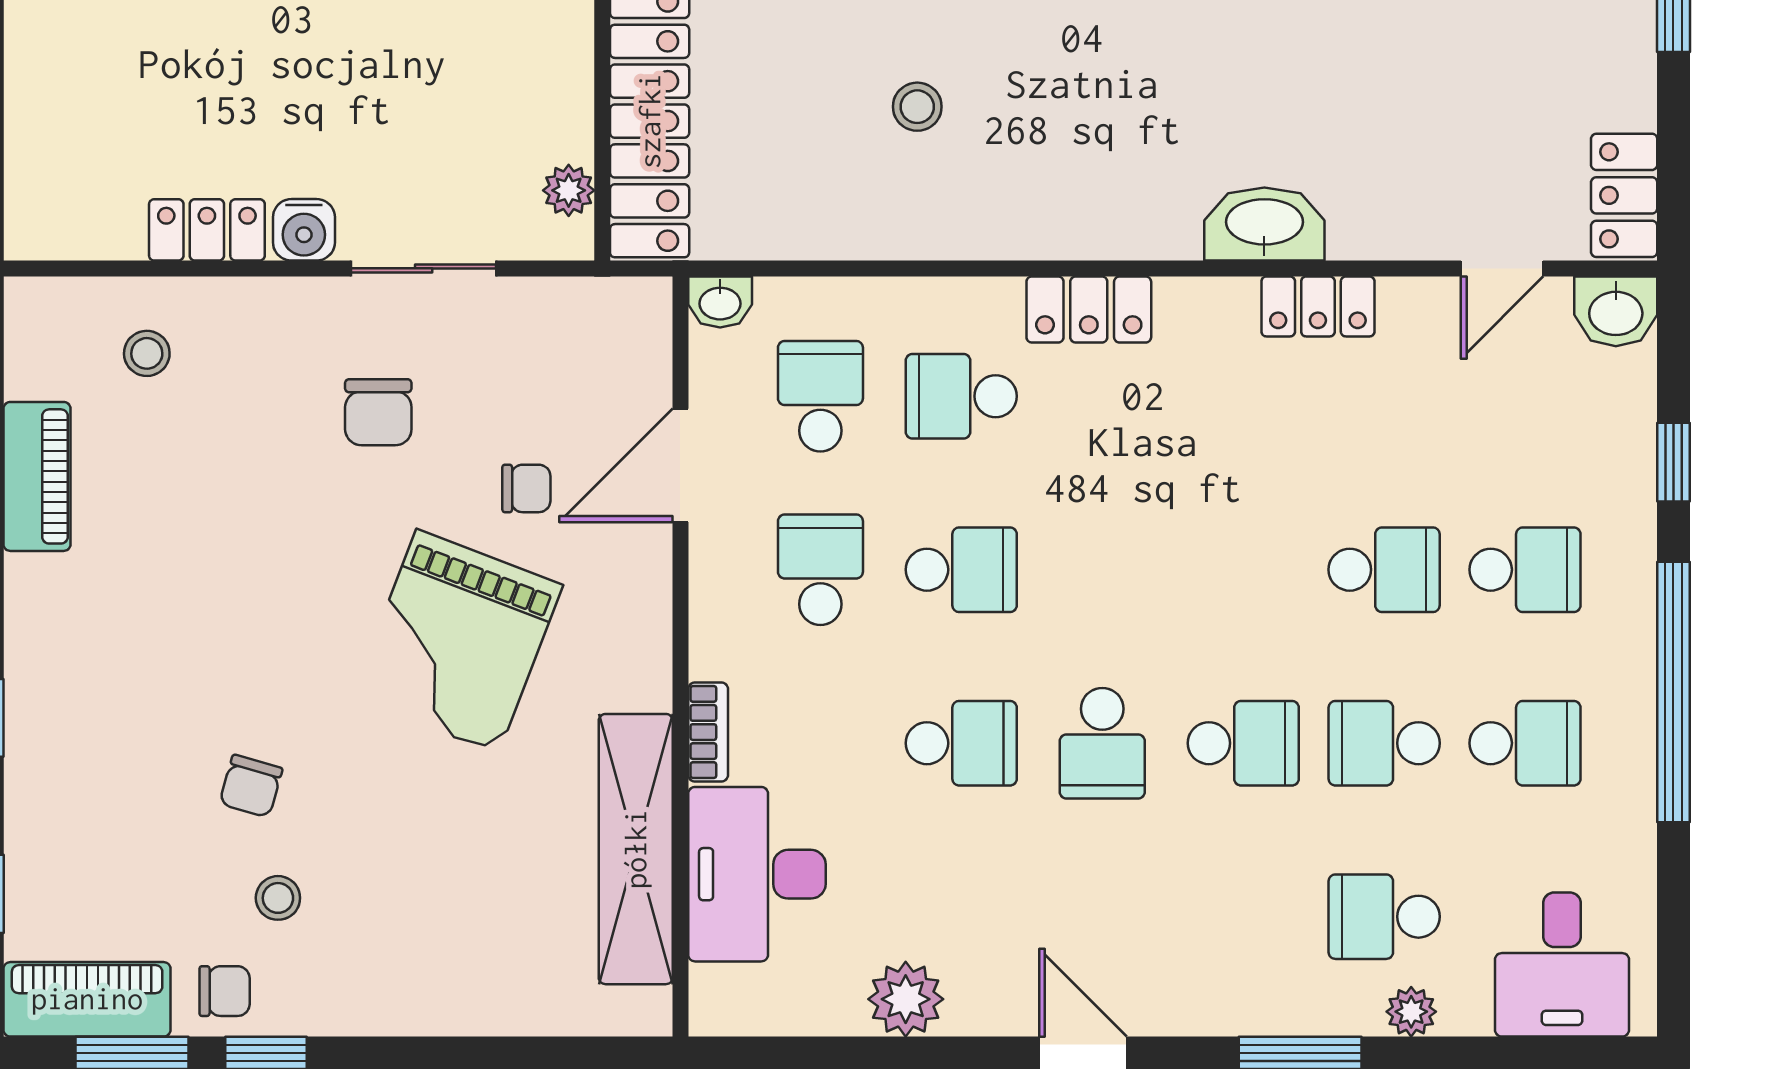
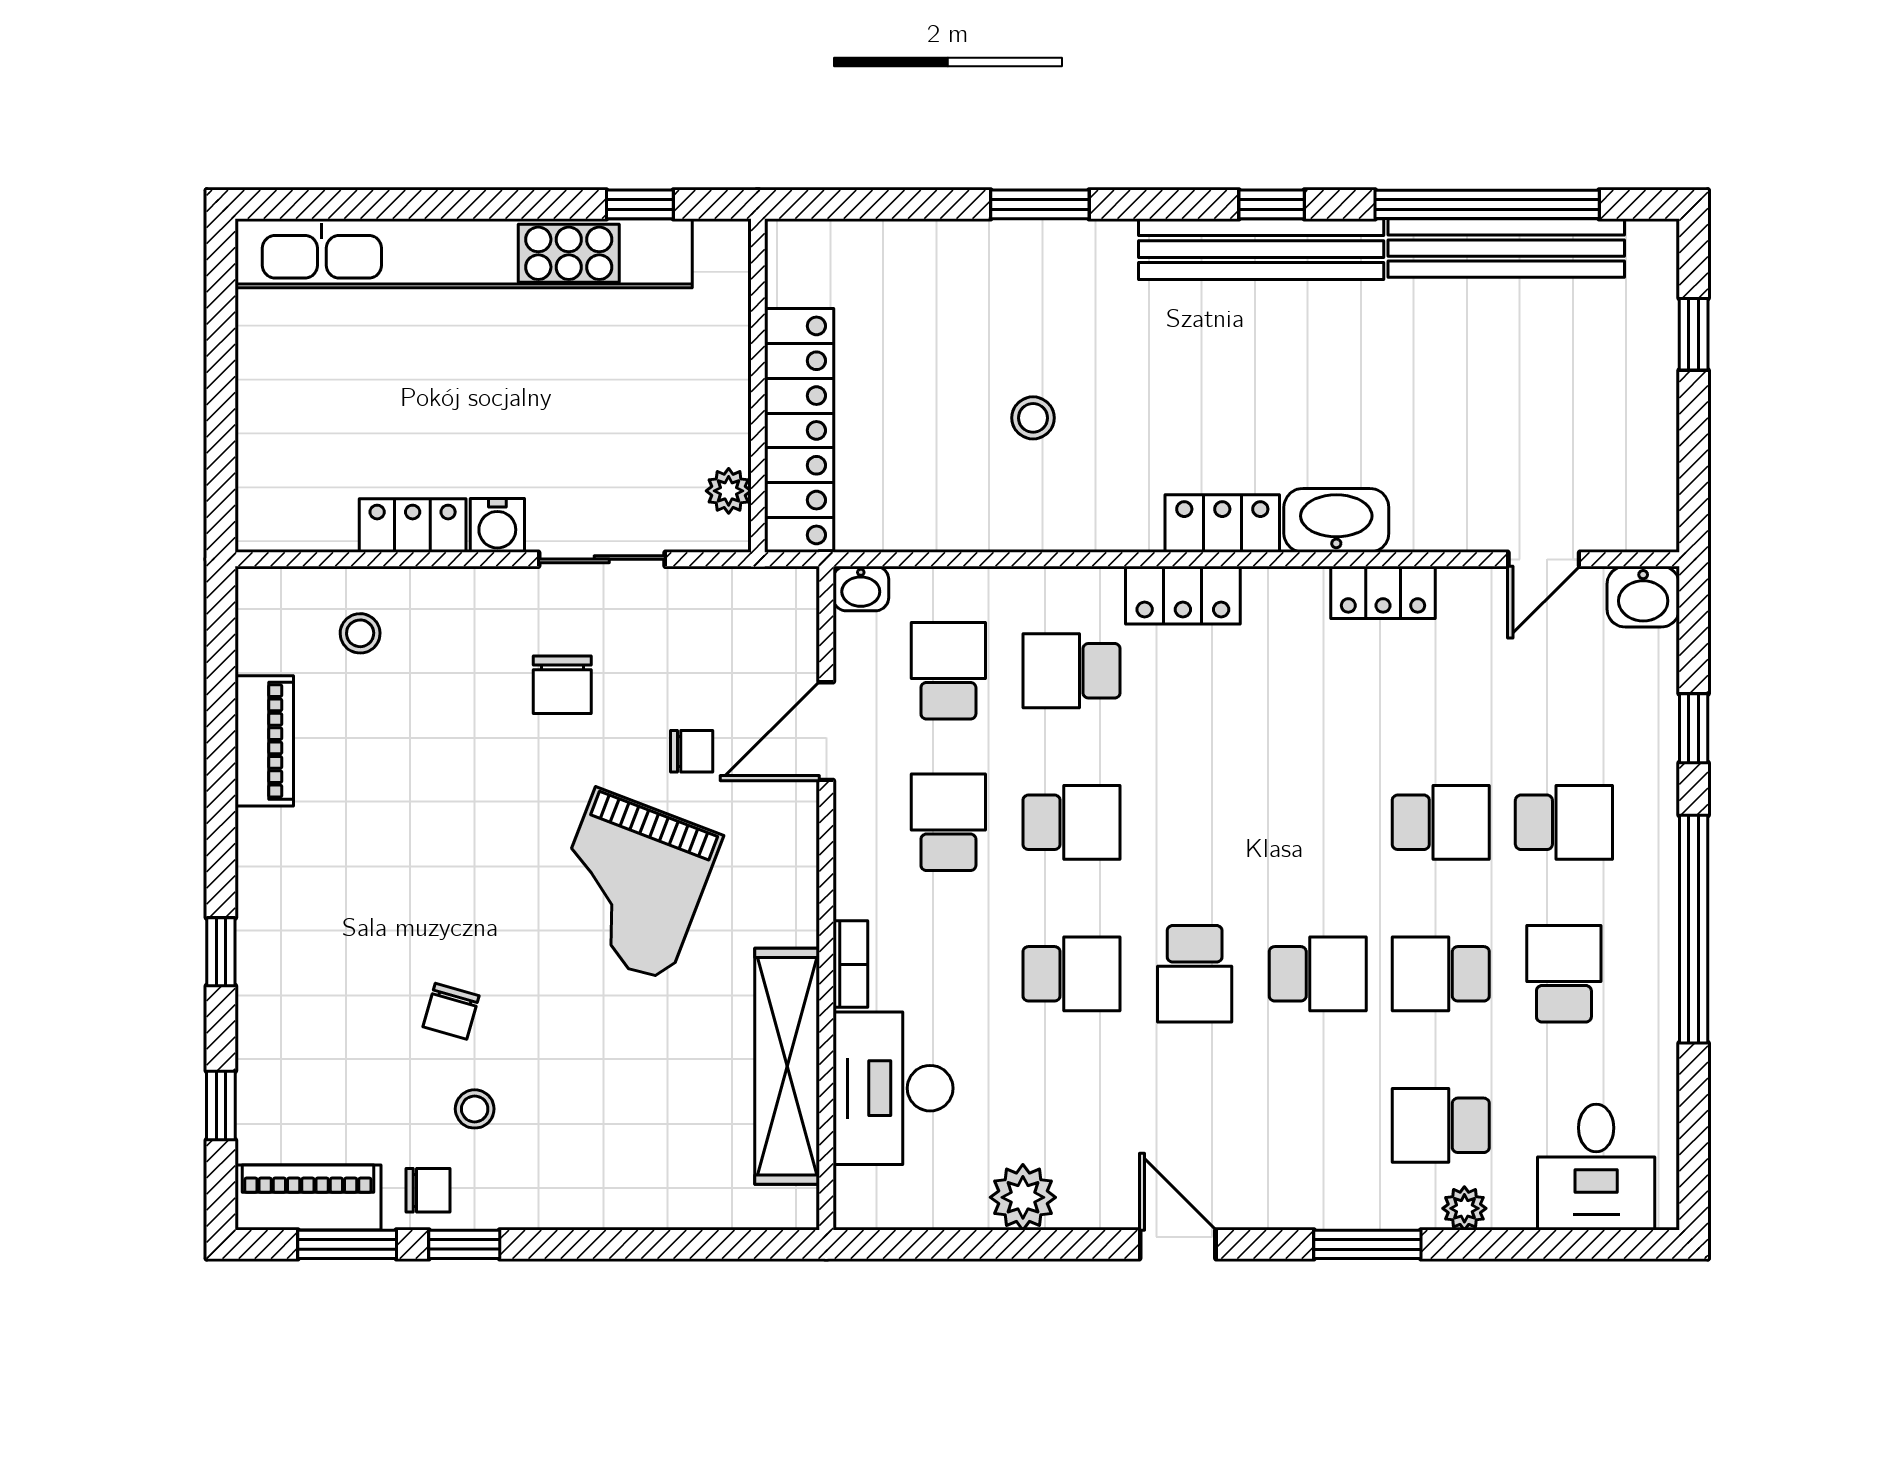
locker: (1624, 195) -> (1222, 524), moved, turned 90
school desk: (1525, 743) -> (1564, 974), turned -90

